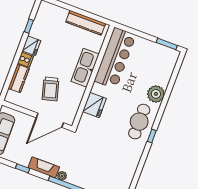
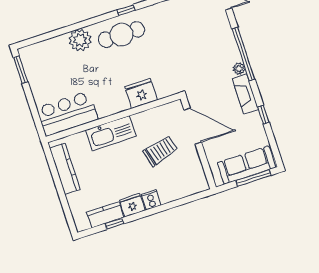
bar counter: (115, 58) -> (67, 114), width x0.73
kitchen counter: (19, 78) -> (105, 215), moved

